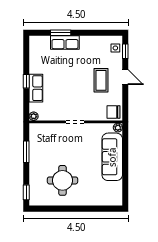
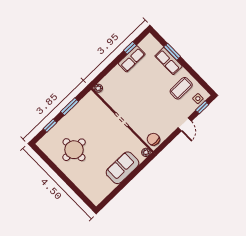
coffee table: (101, 80) -> (181, 88), moved
window: (26, 81) -> (130, 48), moved
row of seats: (36, 88) -> (132, 59), moved
sofa: (112, 157) -> (122, 168), width x0.73
window: (26, 192) -> (50, 126), moved

